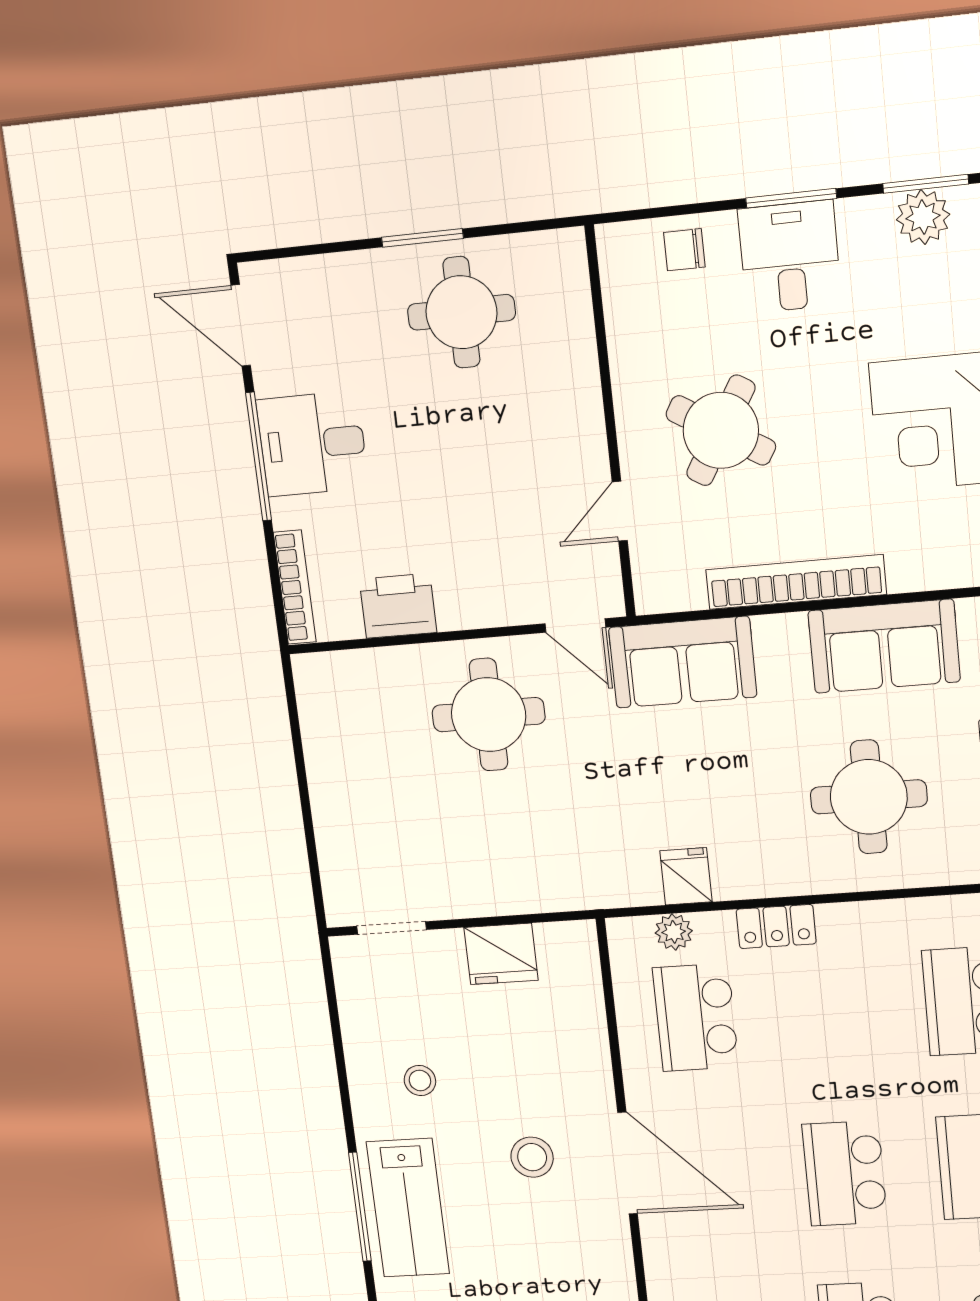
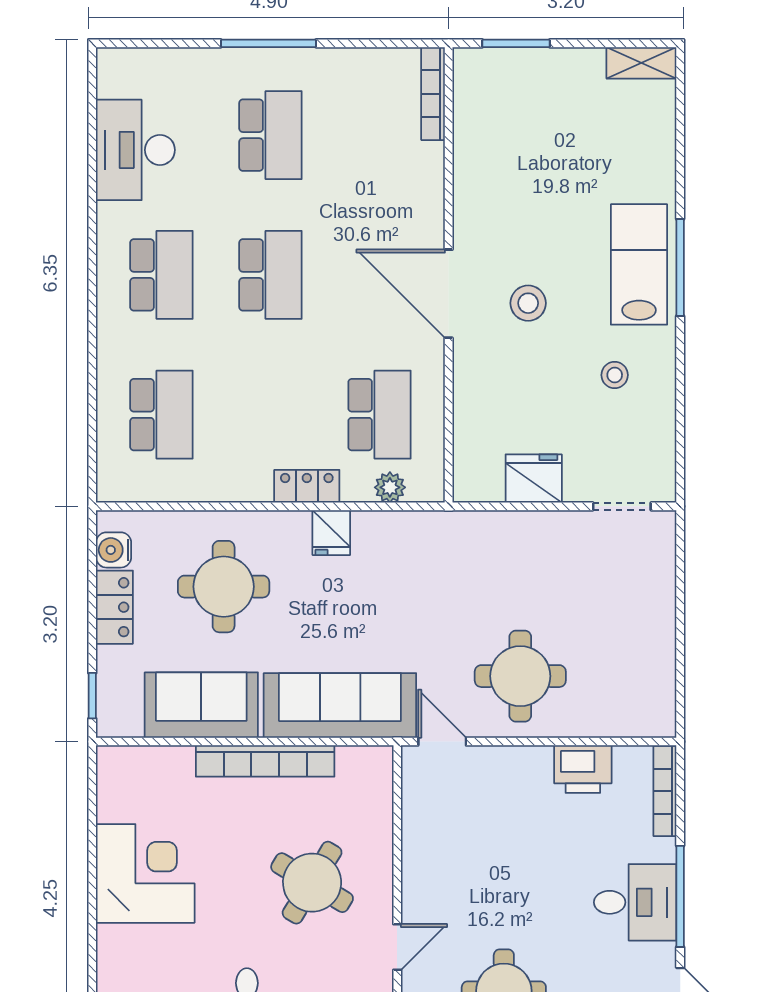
door: (620, 511) -> (397, 947), moved
sofa: (683, 662) -> (340, 705), width x1.36
fridge: (686, 876) -> (331, 533), moved

